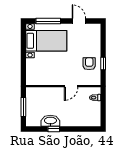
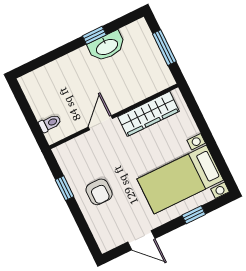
window: (48, 21) -> (194, 215), width x0.46
armchair: (89, 64) -> (99, 192), moved
wardrobe: (46, 79) -> (149, 114), added

